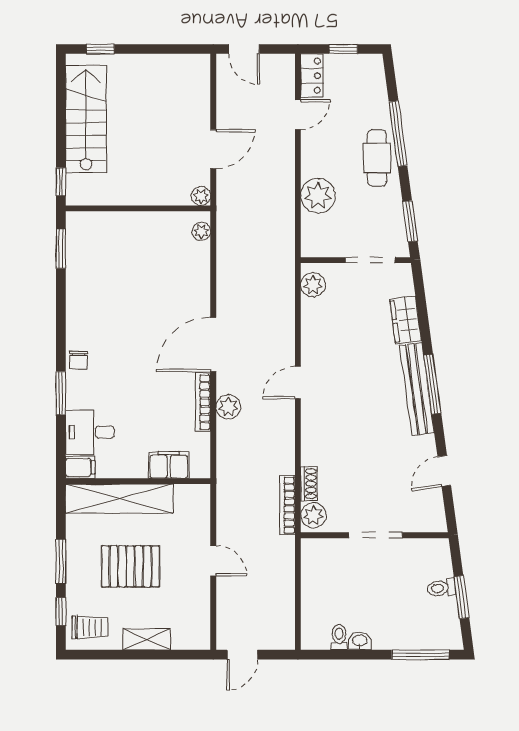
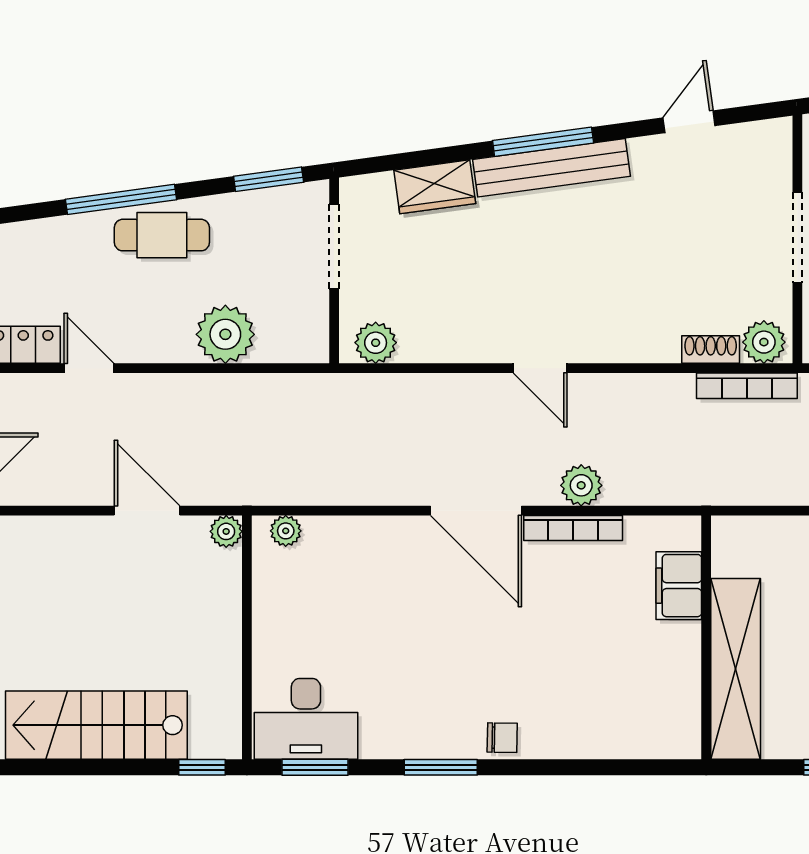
window: (61, 393) -> (441, 767), moved
desk: (90, 432) -> (306, 719), moved, width x1.37
filing cabinet: (80, 467) -> (683, 735), removed
door: (444, 471) -> (689, 122), swing flipped

